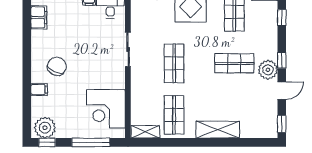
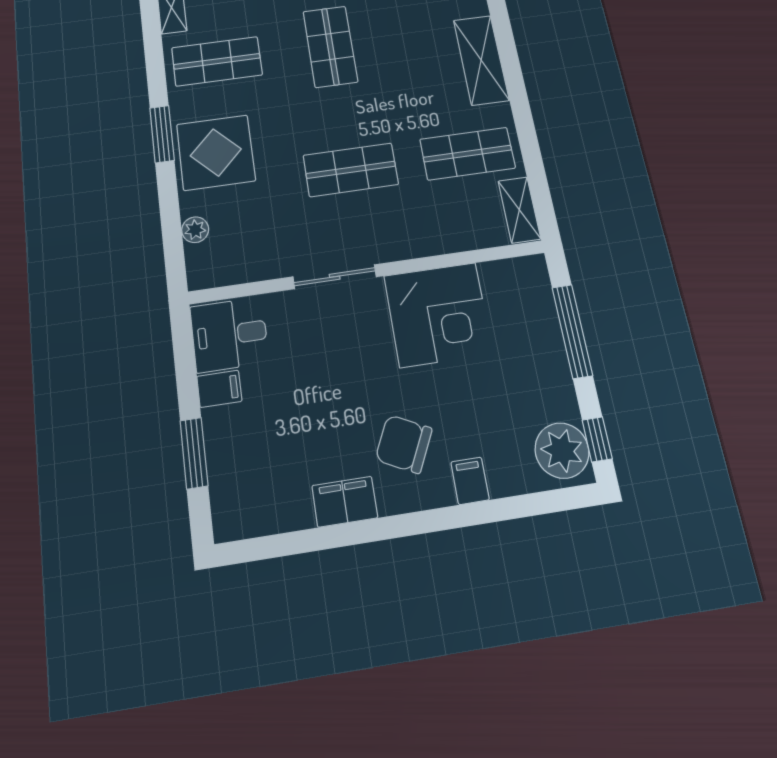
filing cabinet: (39, 17) -> (345, 502), moved
corner desk: (106, 109) -> (438, 314), moved

